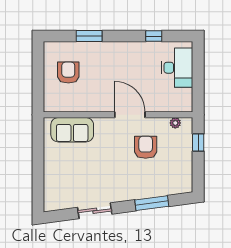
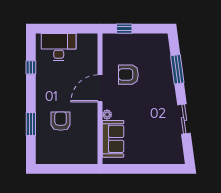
armchair: (68, 73) -> (61, 121), moved, turned 90
plant: (175, 123) -> (107, 115), moved

